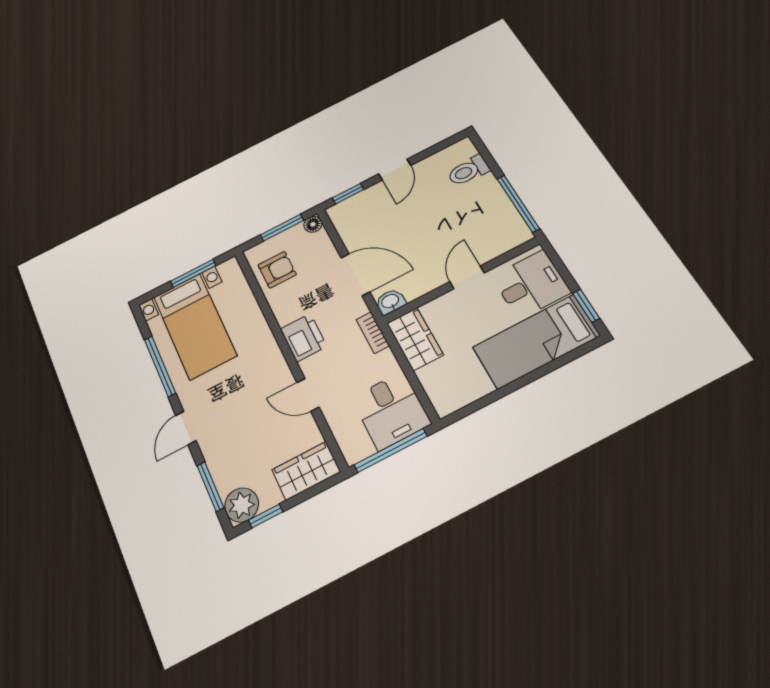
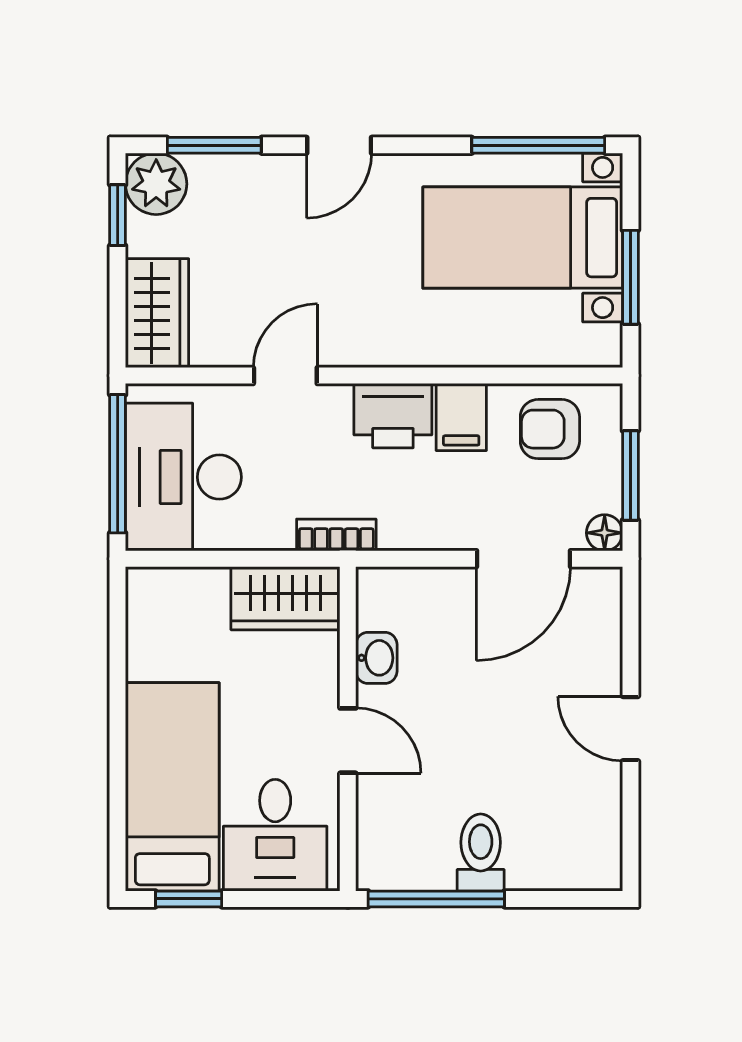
toilet: (468, 171) -> (481, 853), moved
window: (348, 194) -> (630, 624), removed
armchair: (277, 270) -> (550, 429), turned 90
door: (355, 275) -> (524, 559), moved
washbasin: (390, 302) -> (376, 658), moved
filing cabinet: (290, 309) -> (461, 417), added
window: (160, 366) -> (538, 145), moved
desk: (391, 411) -> (183, 477), width x1.37
door: (186, 428) -> (339, 145), swing flipped

